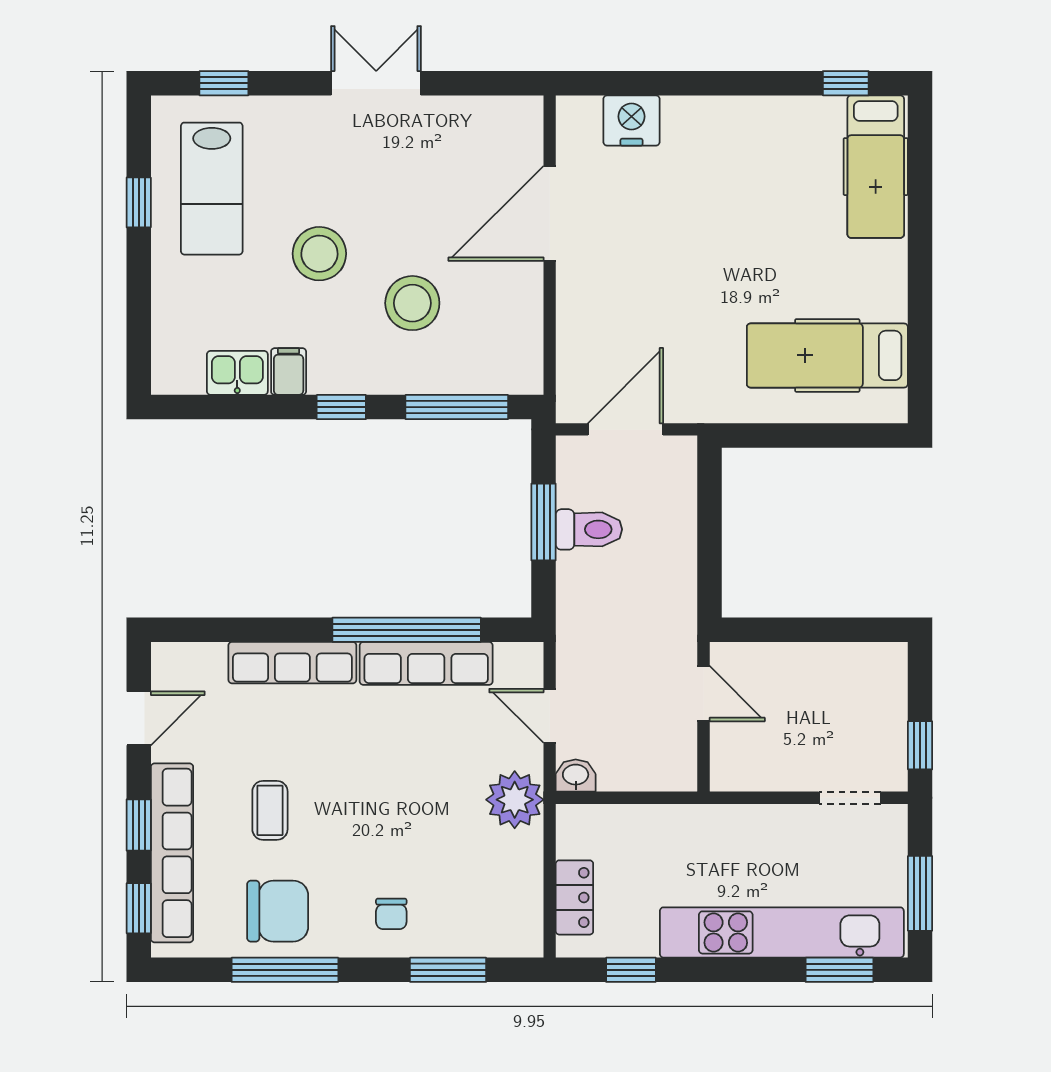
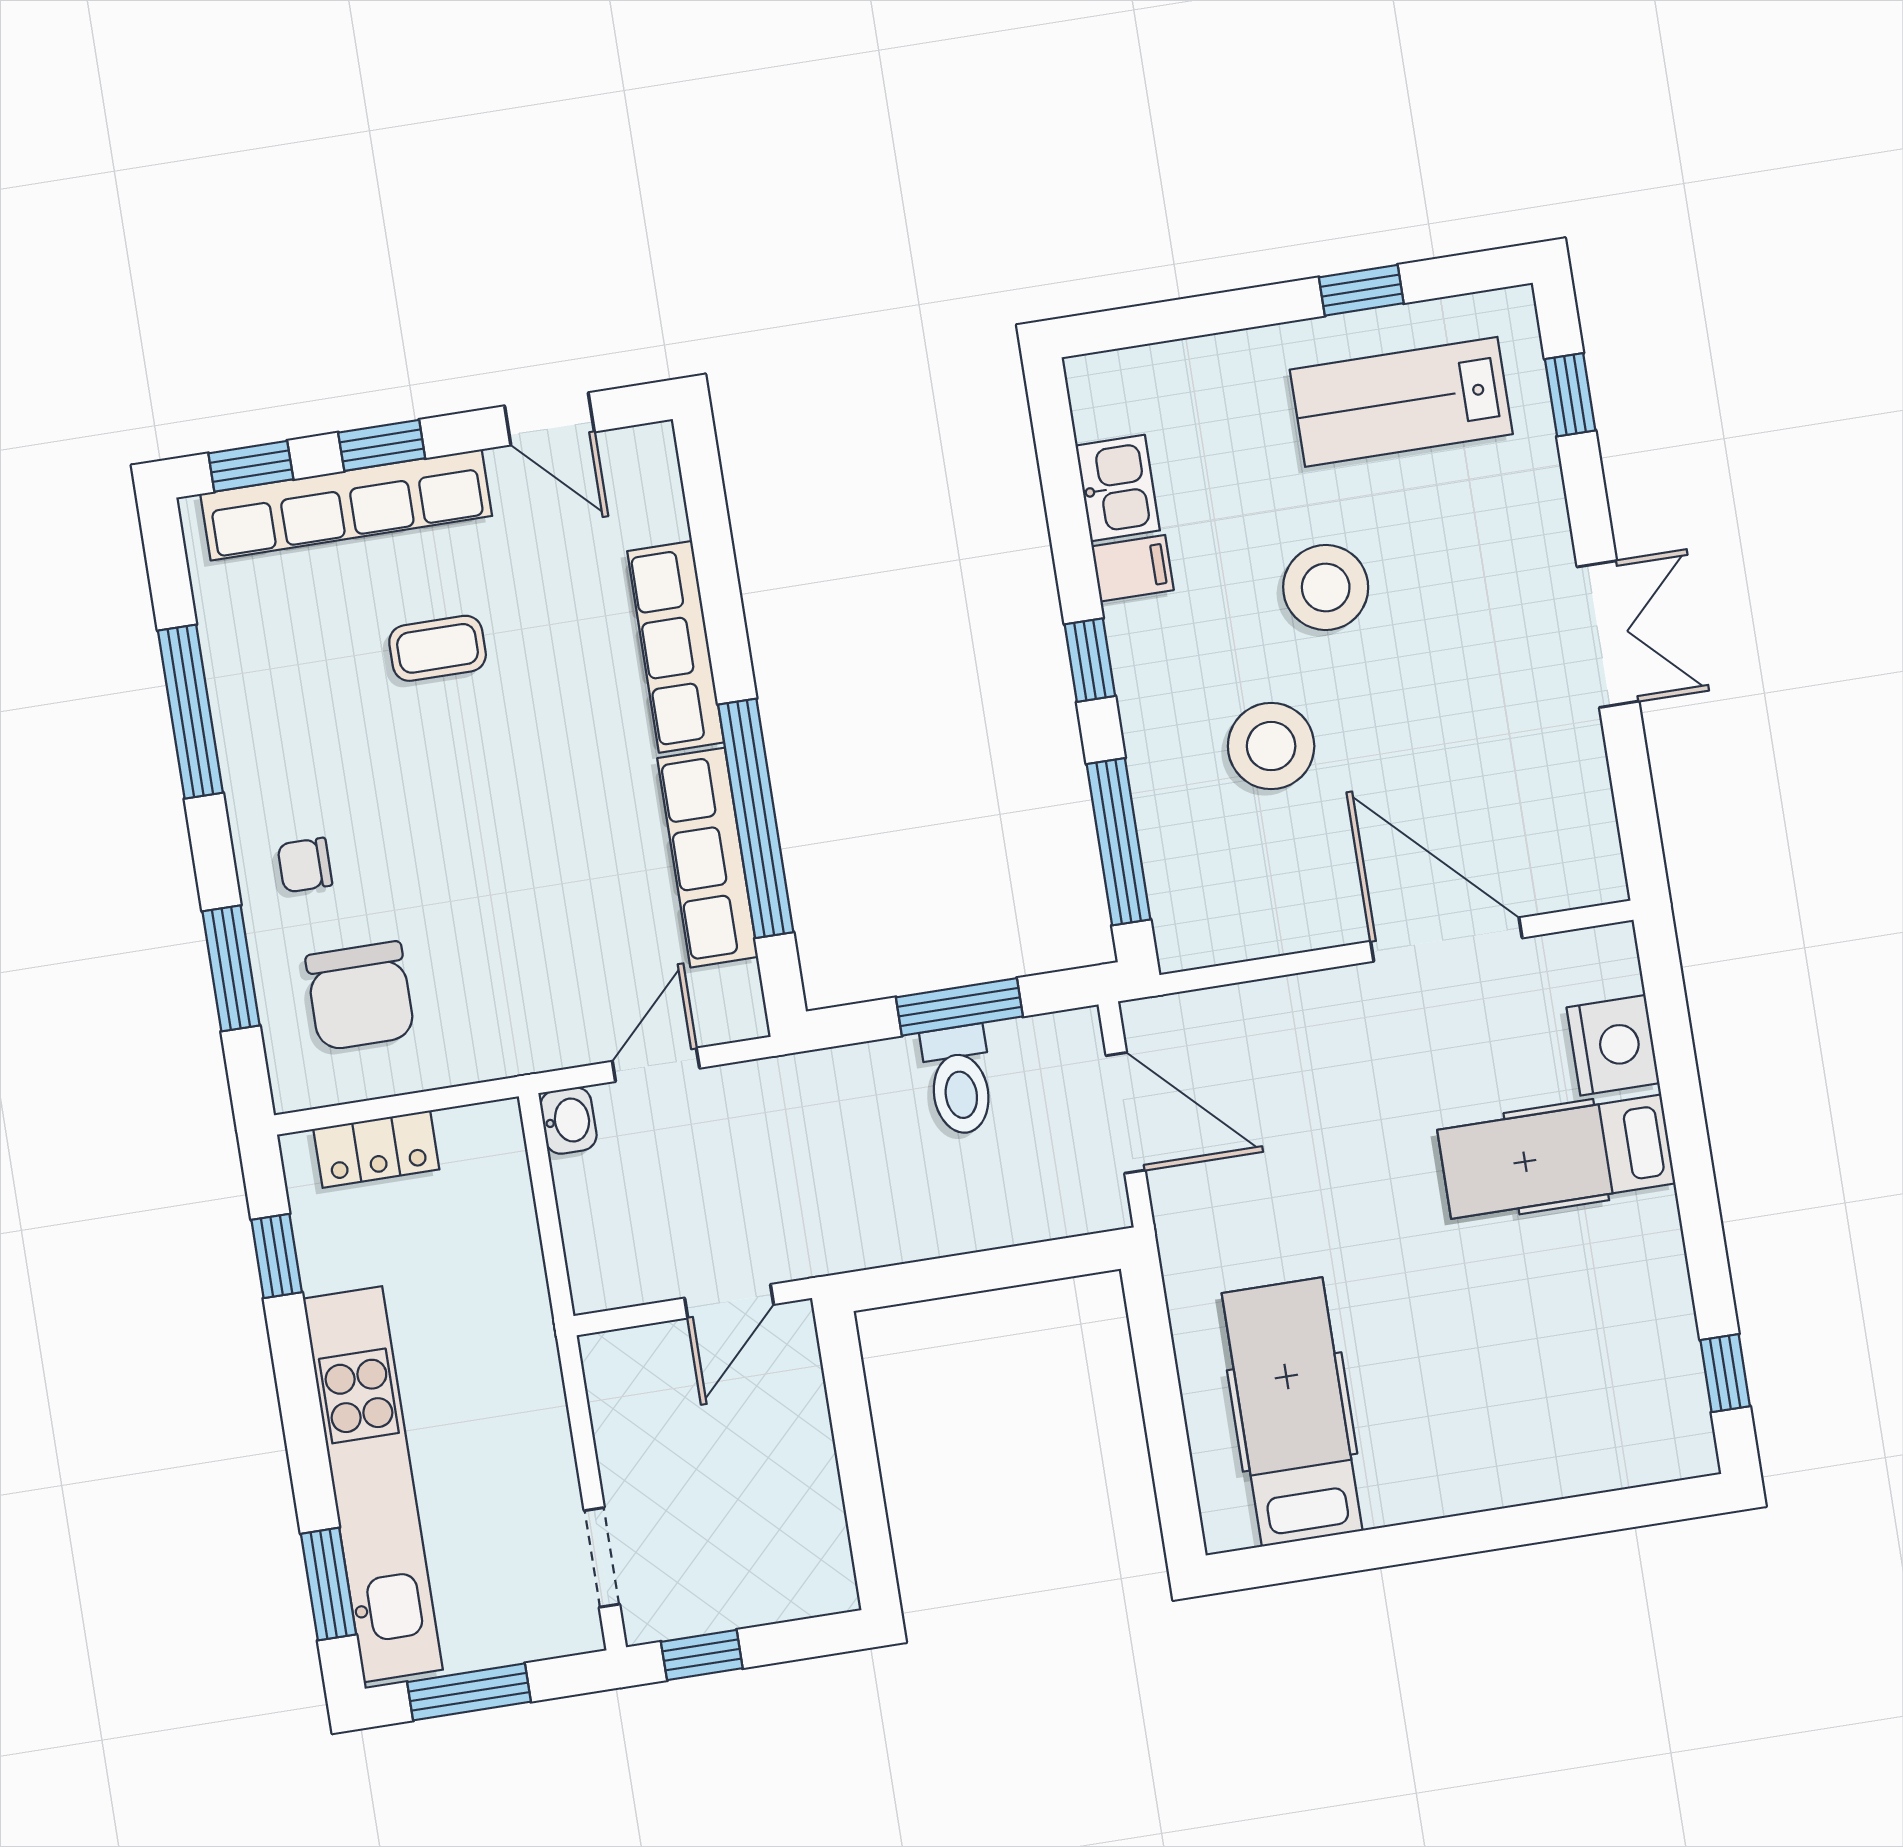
hospital bed: (876, 167) -> (1556, 1157), moved
plant: (515, 800) -> (515, 1031), removed
chair: (278, 911) -> (360, 996), moved

